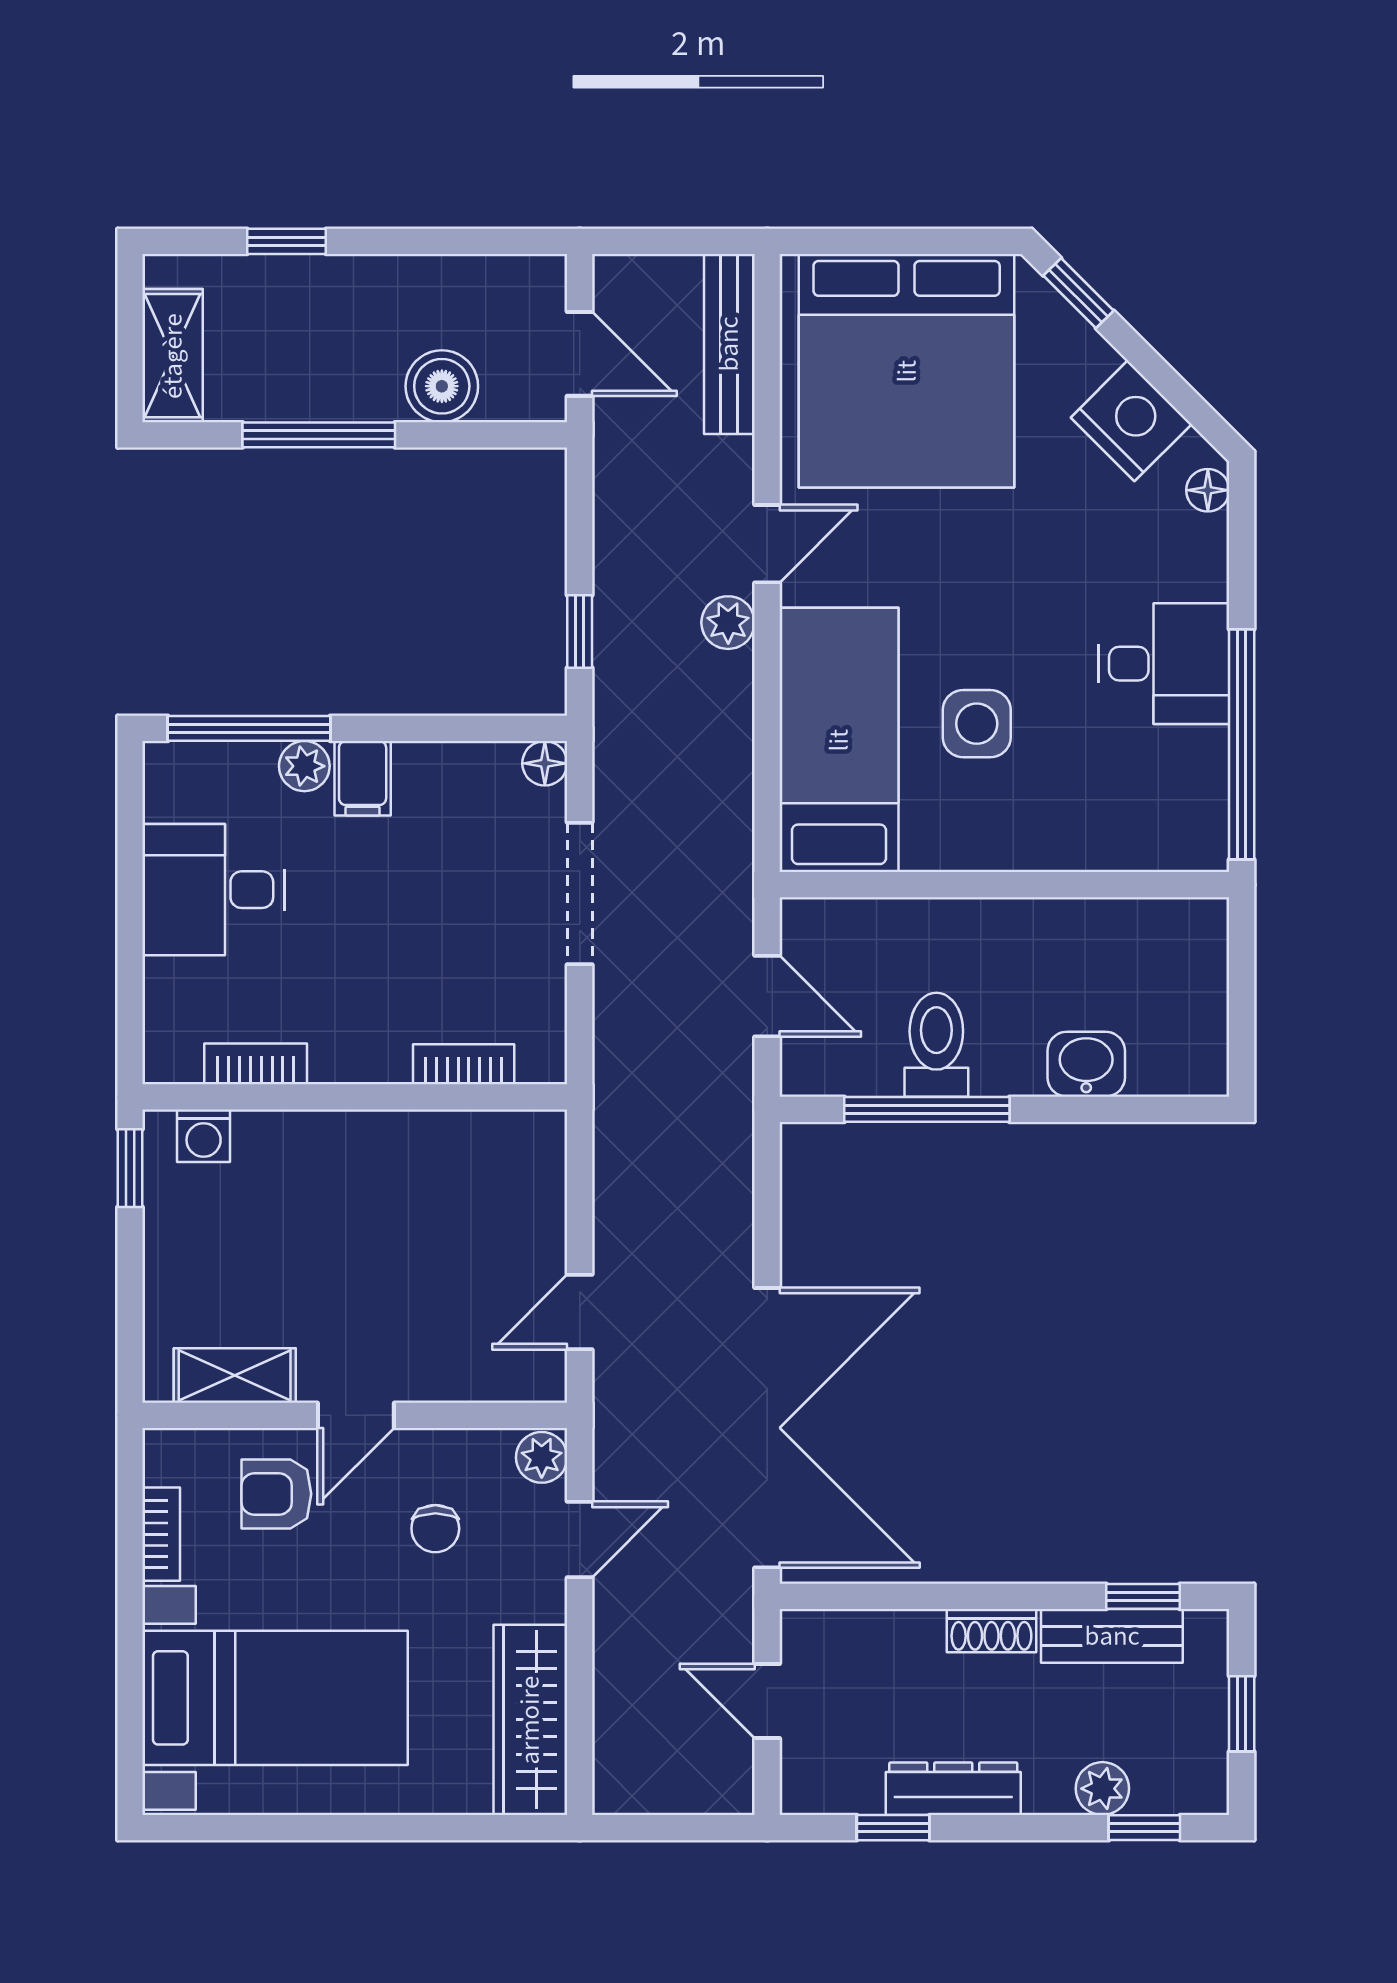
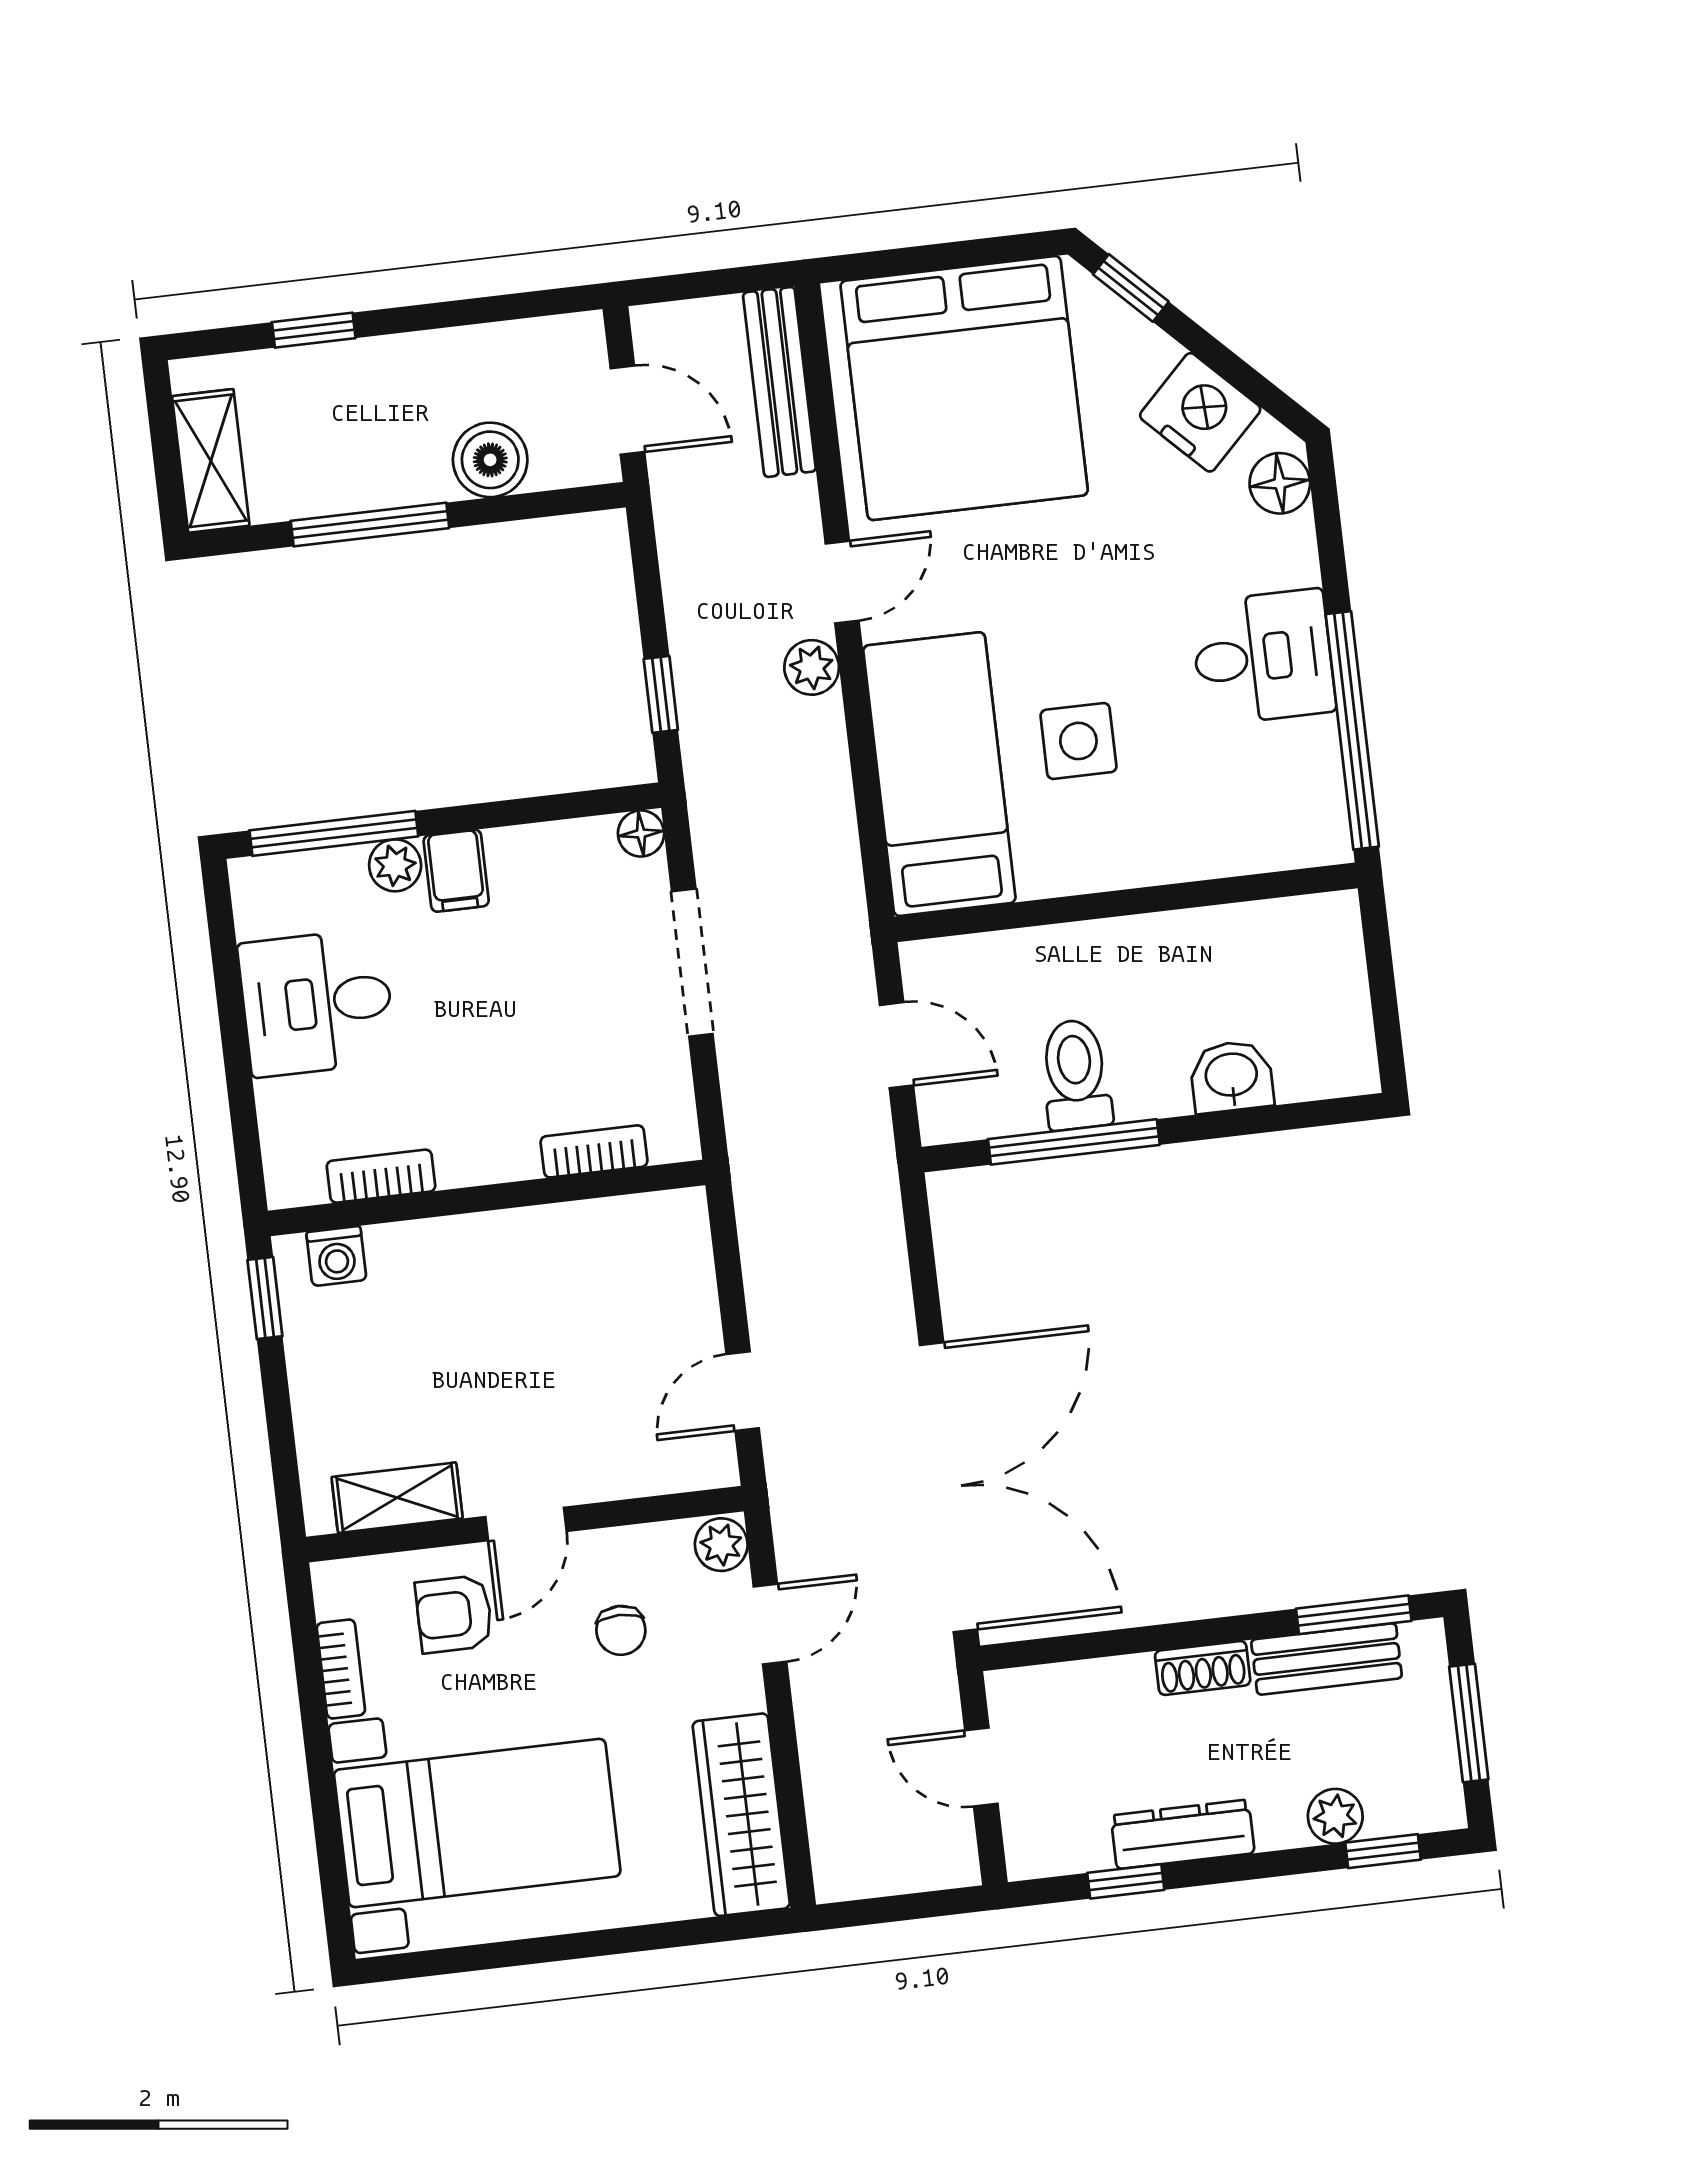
floor lamp: (1208, 490) -> (1280, 483), width x1.37, depth x1.37
window: (1143, 1596) -> (1354, 1615), width x1.50
window: (1242, 1714) -> (1469, 1723), width x1.50

